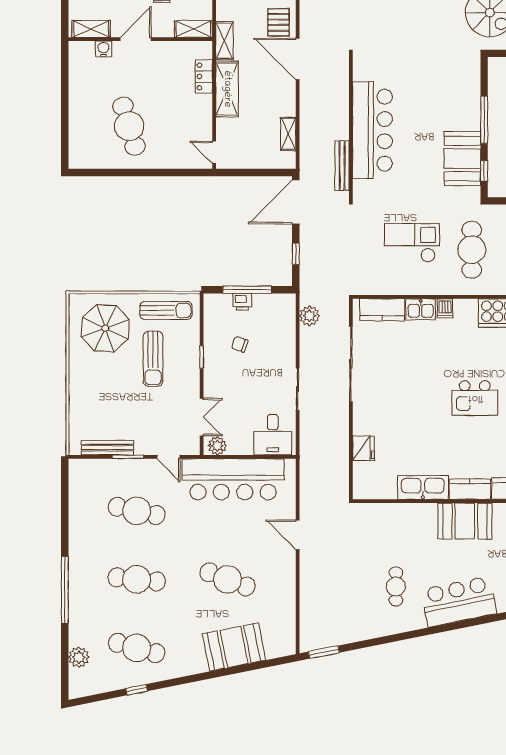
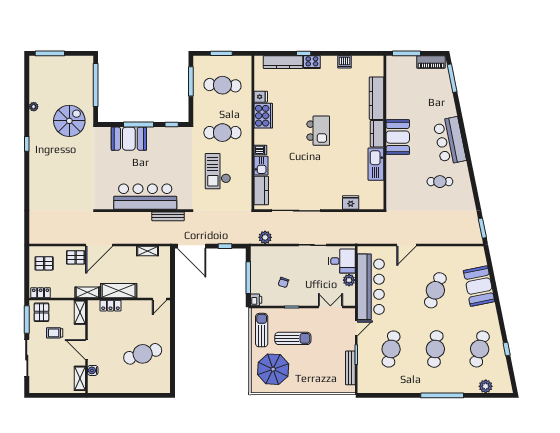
booth: (462, 159) -> (129, 139), moved
printer: (242, 302) -> (256, 300), moved
plant: (217, 446) -> (349, 280), moved

